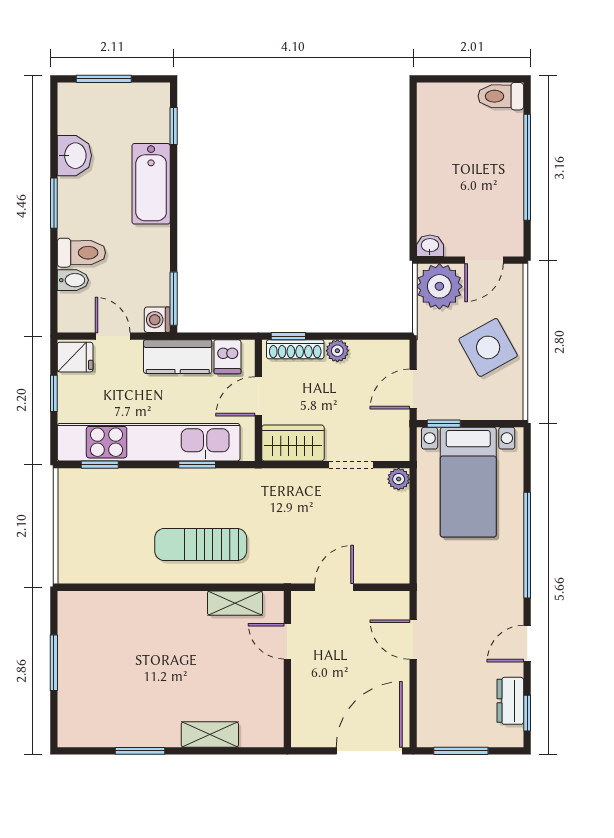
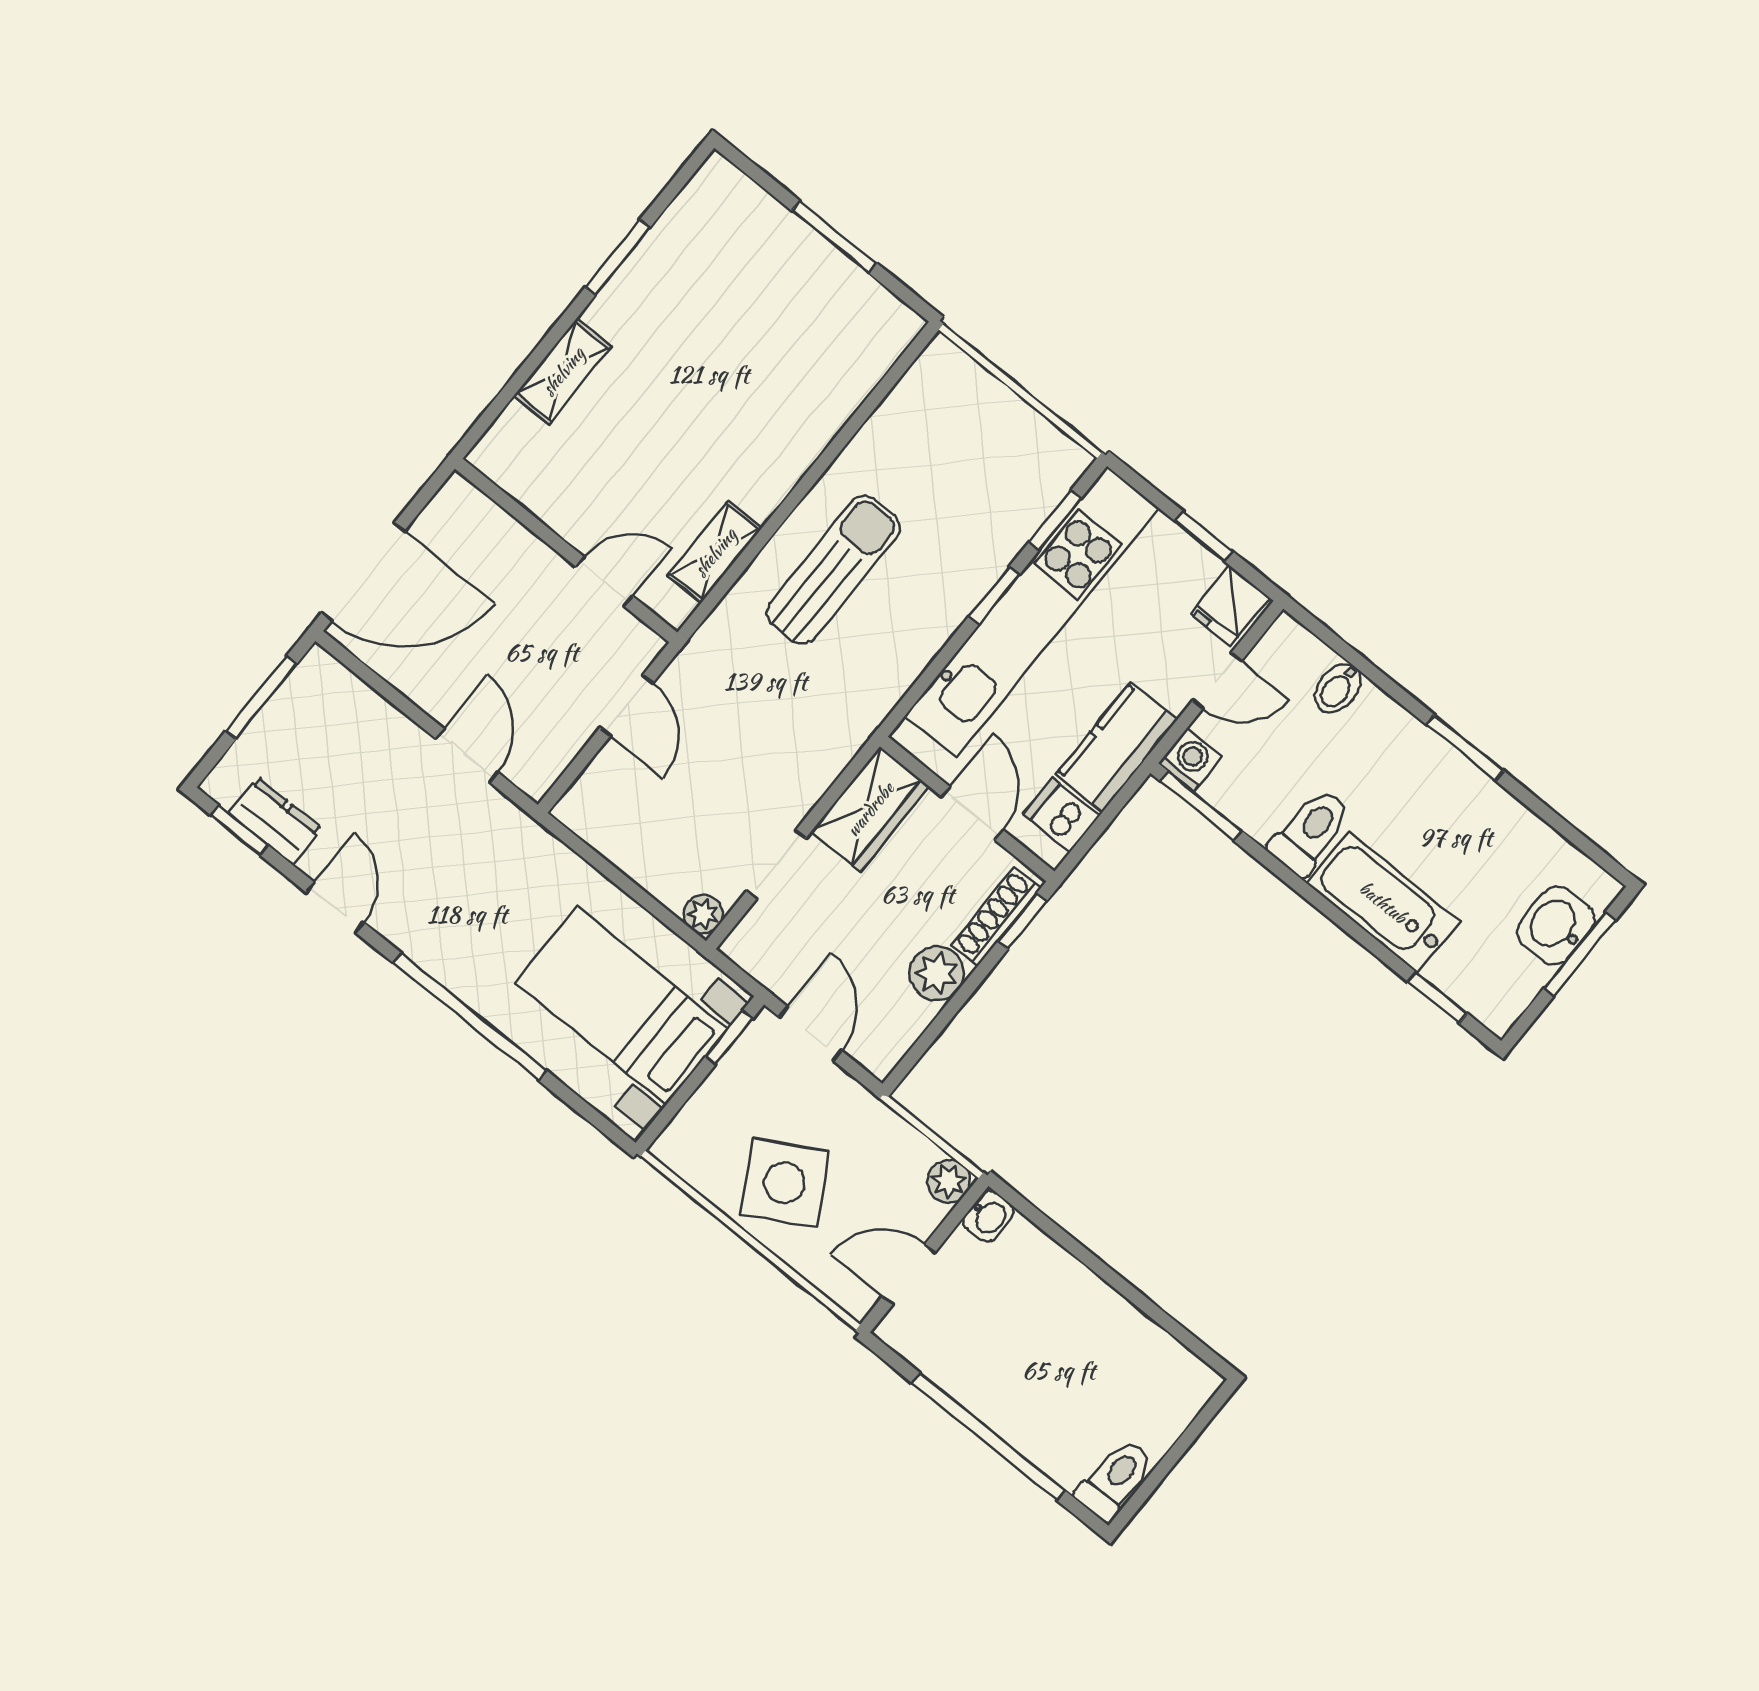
washbasin: (74, 156) -> (1556, 926), moved, turned 90
toilet: (81, 253) -> (1310, 832), moved, turned 180
door: (484, 260) -> (909, 1274), hinge flipped
plant: (439, 286) -> (949, 1181), width x0.53, depth x0.53
plant: (337, 351) -> (937, 974), width x1.38, depth x1.38
window: (197, 465) -> (994, 596), moved
door: (413, 640) -> (467, 756), hinge flipped
door: (369, 751) -> (363, 572), hinge flipped

